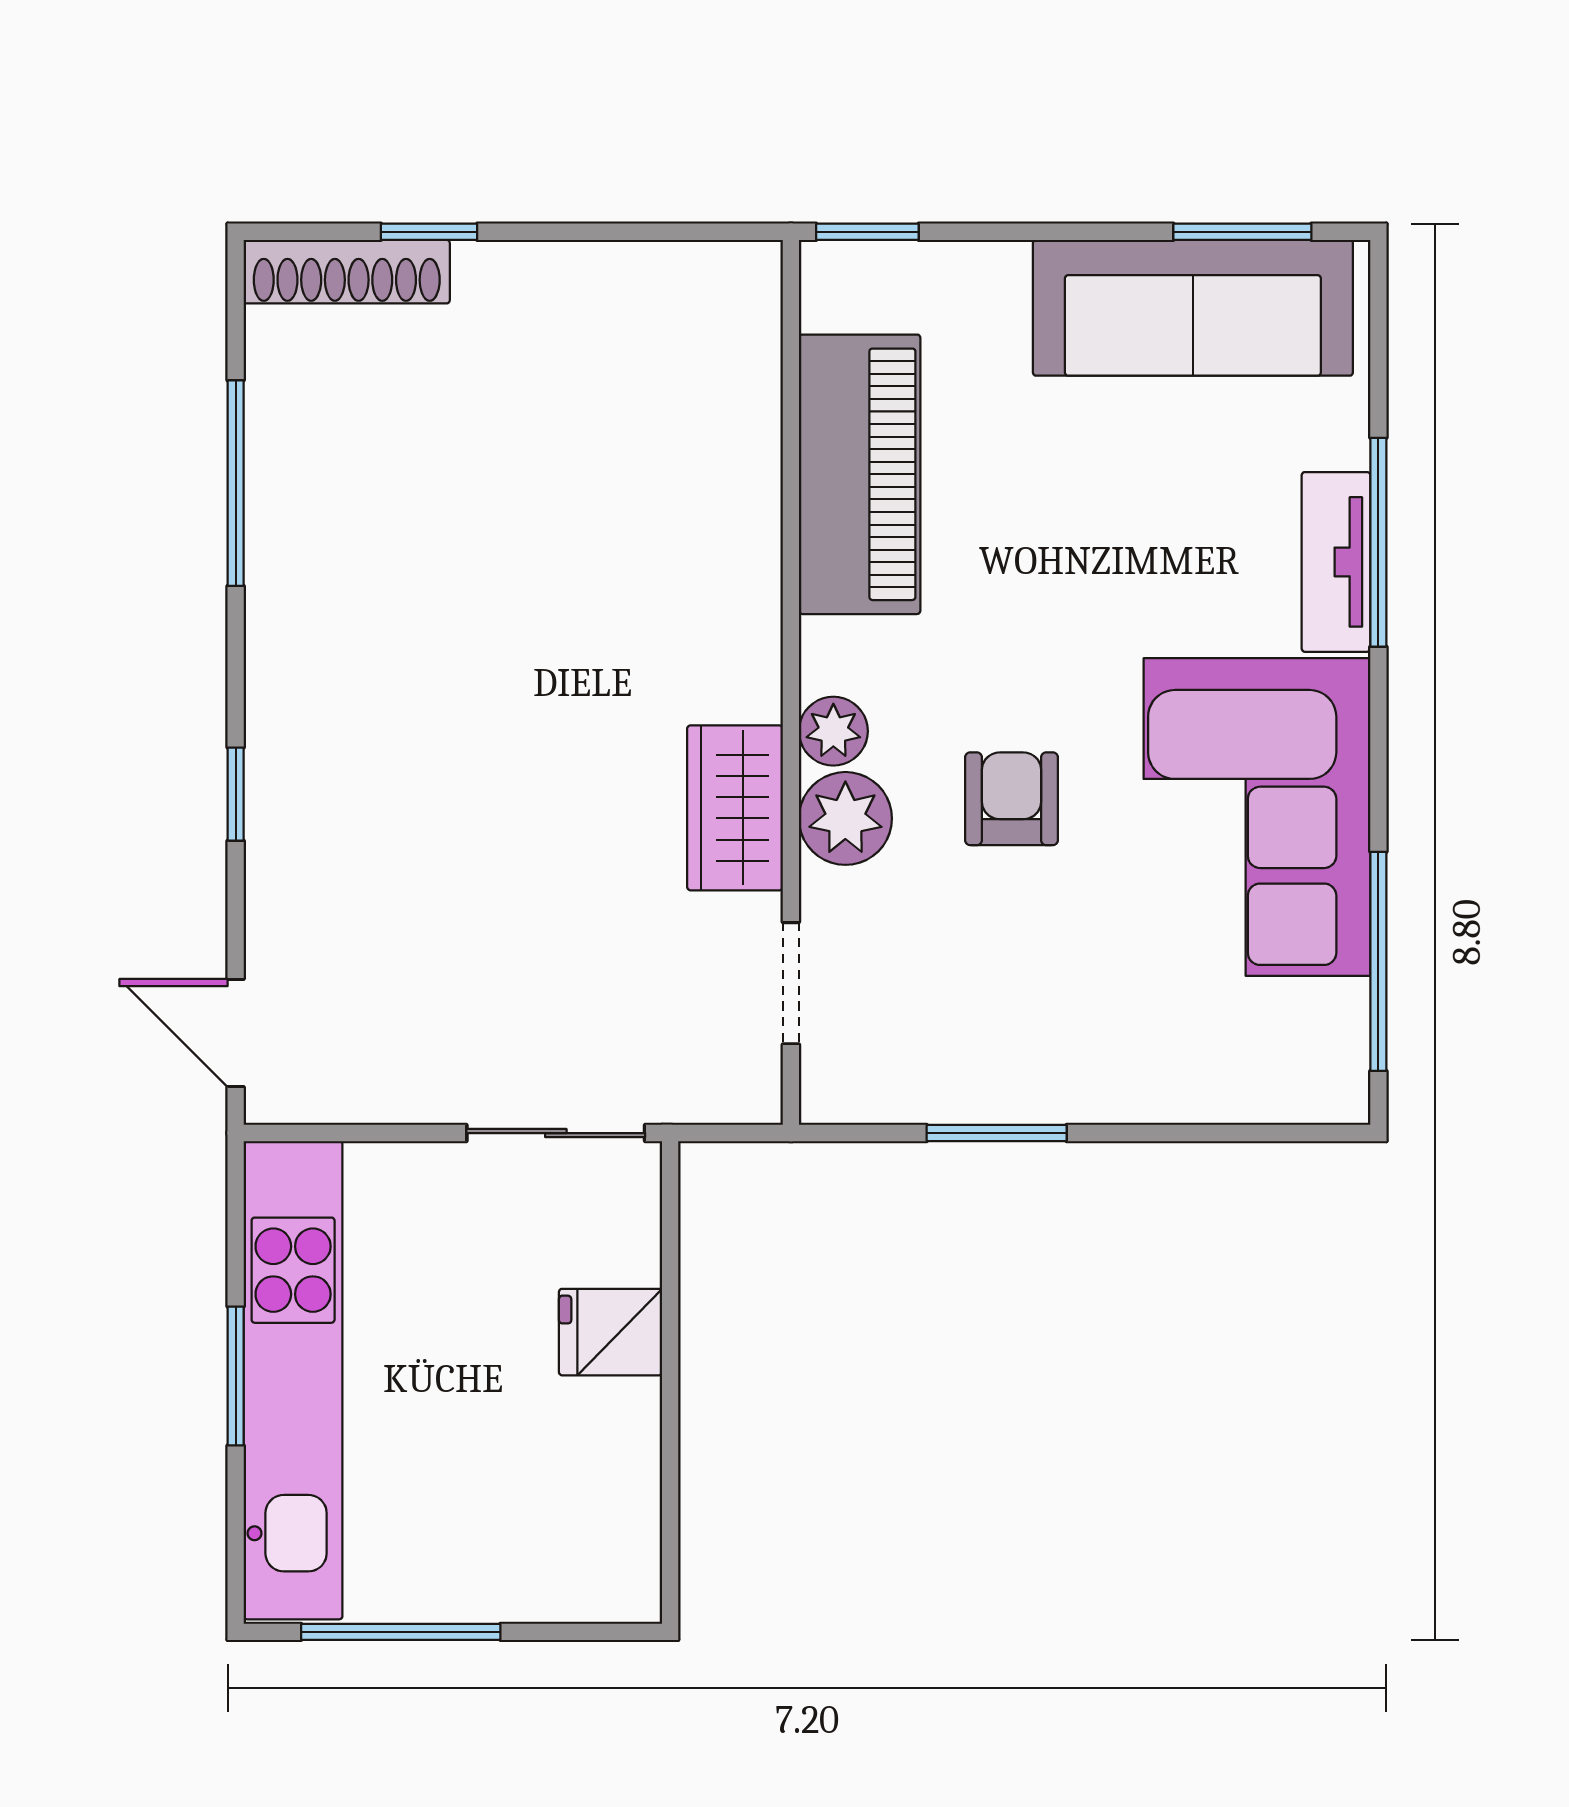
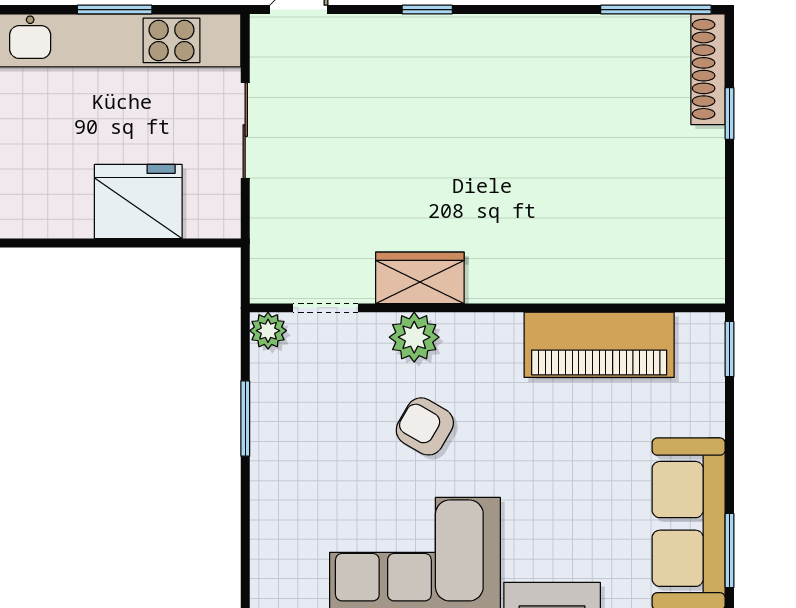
window: (236, 483) -> (656, 10), moved
plant: (833, 731) -> (268, 331), moved
armchair: (1012, 799) -> (425, 426), turned -150
sliding door: (556, 1133) -> (245, 131), moved
fridge: (611, 1332) -> (138, 202), width x1.88, depth x1.34

